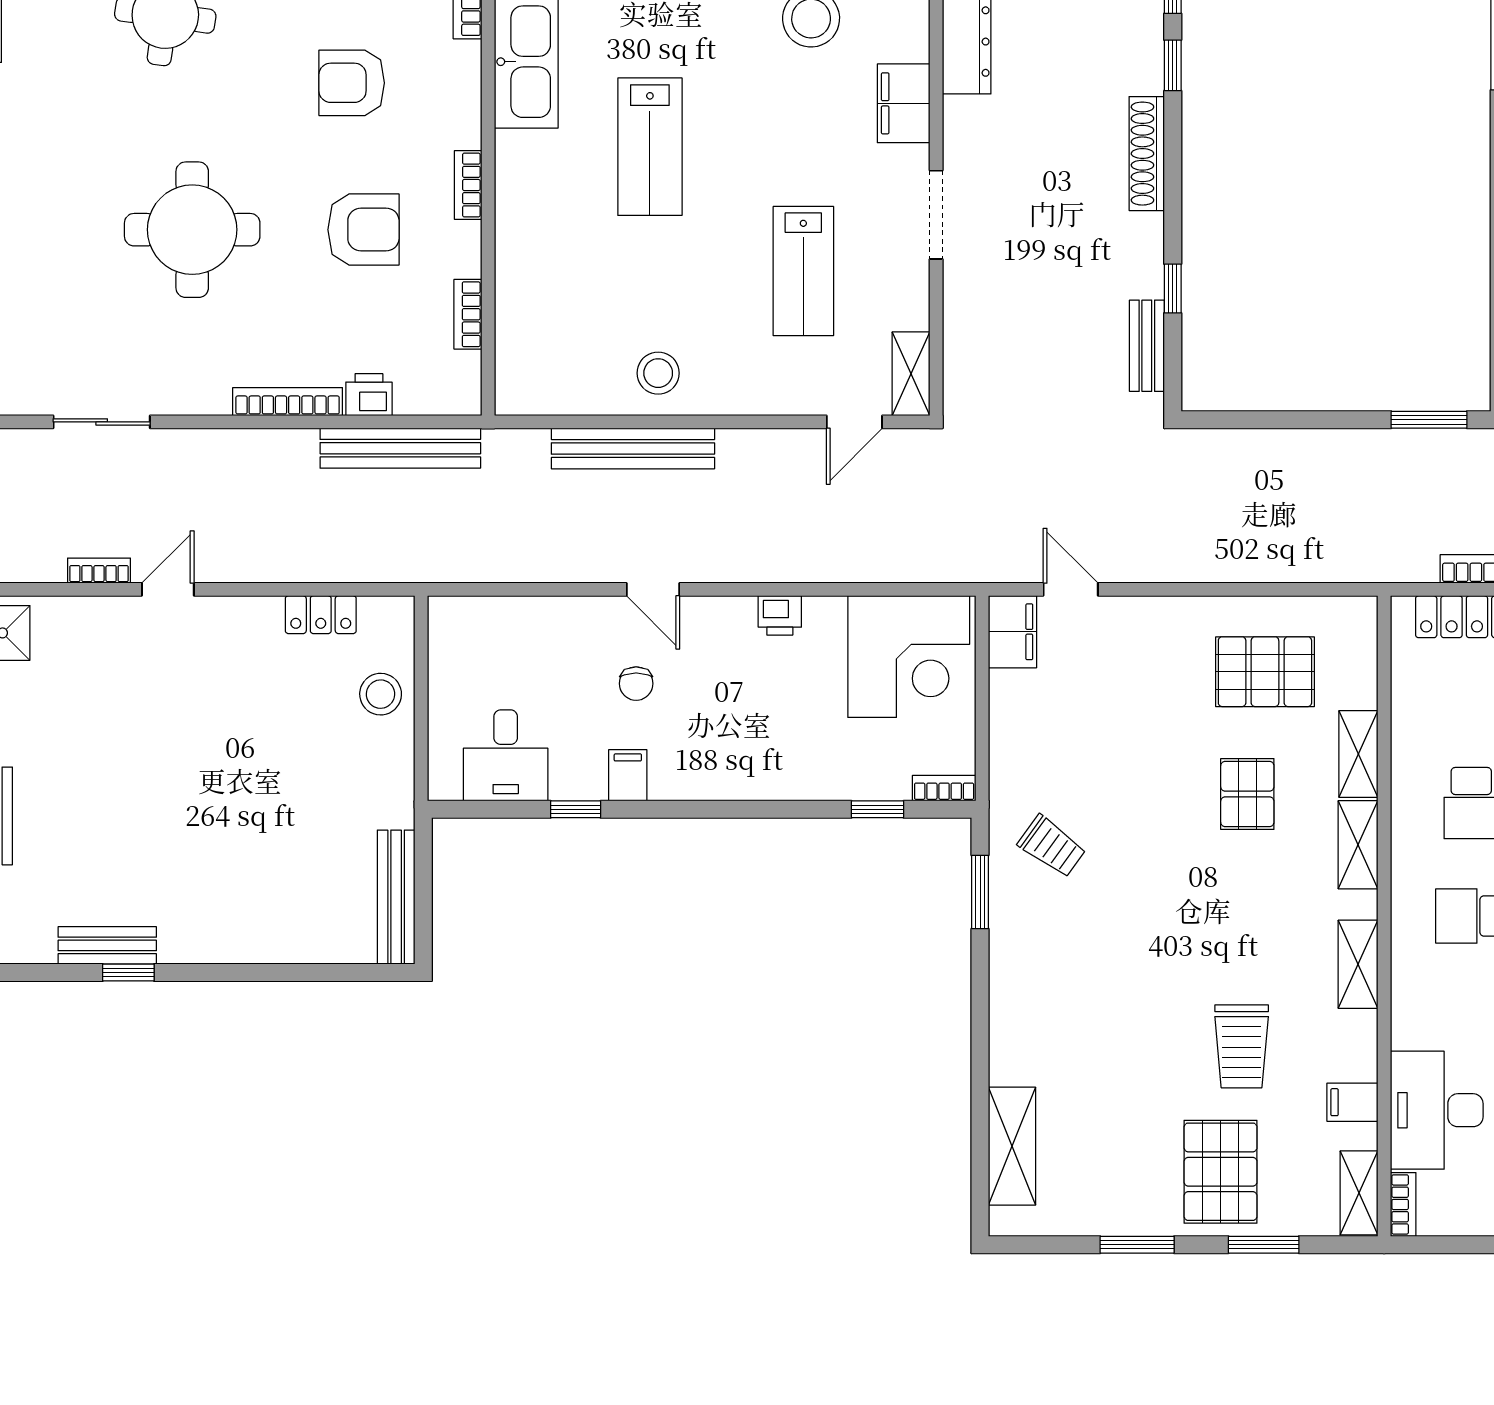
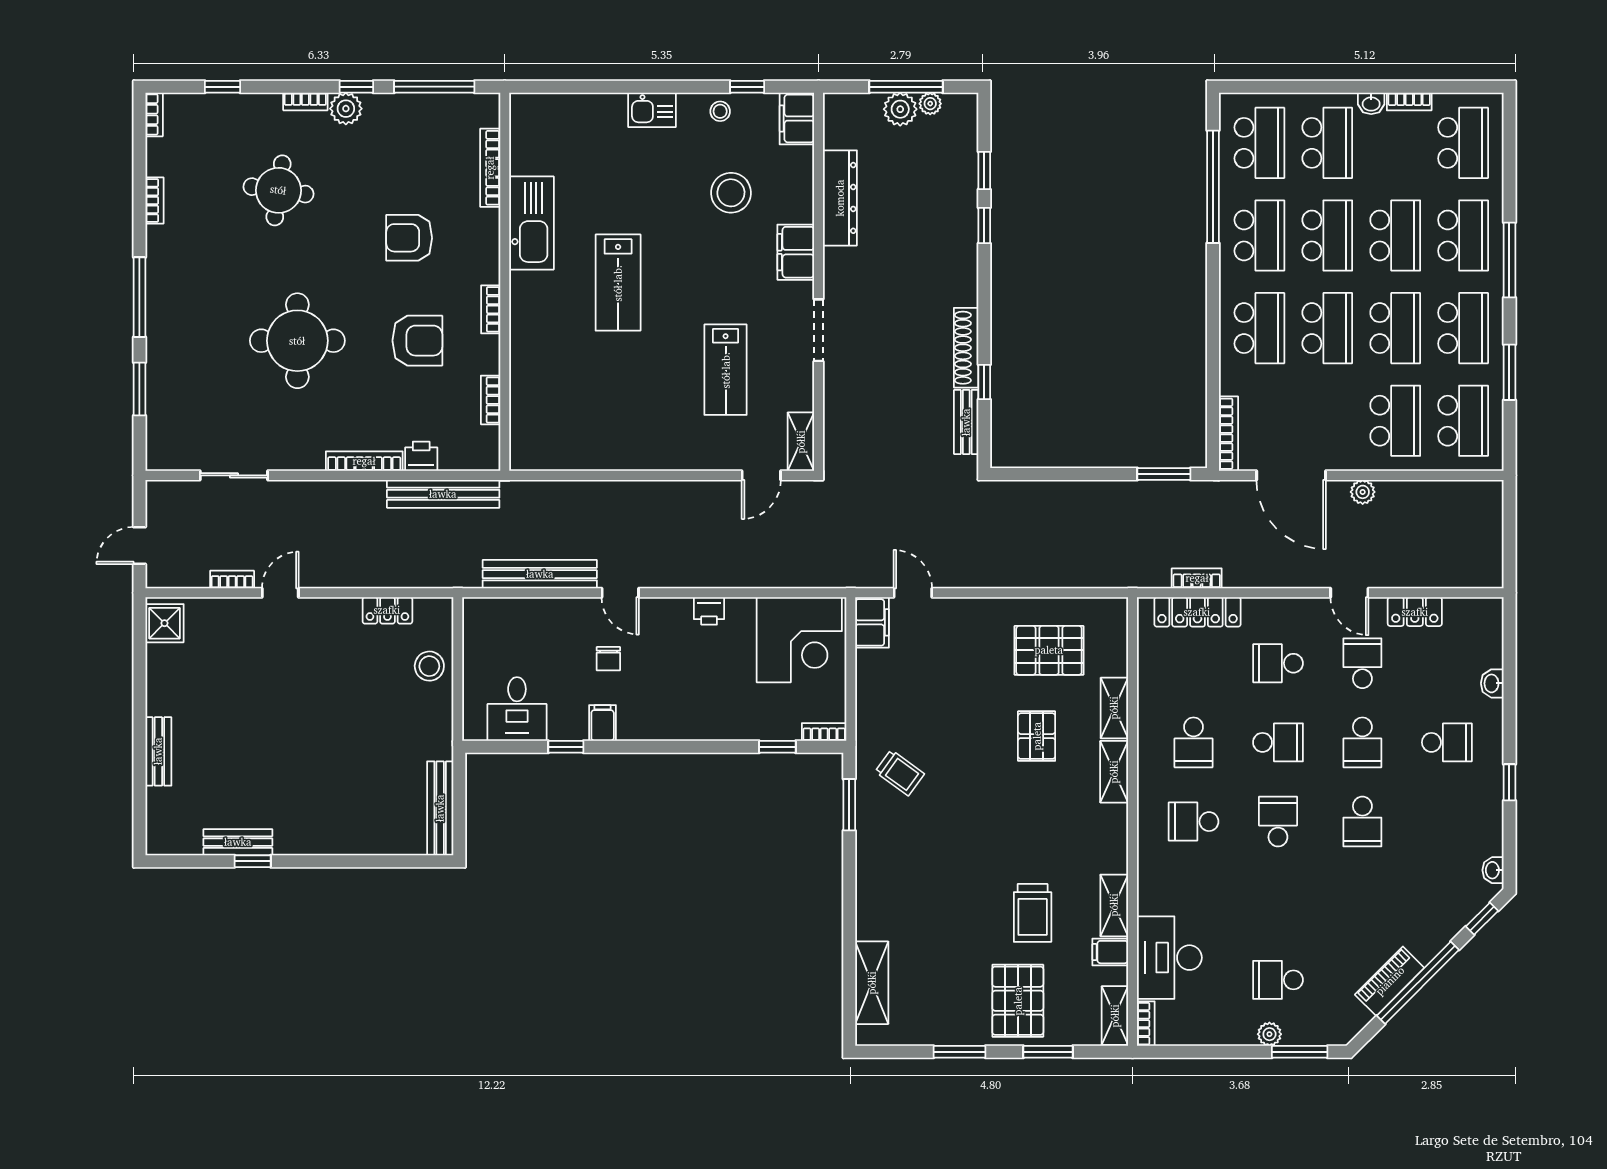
shoe rack: (1147, 154) -> (966, 348), moved
stool: (658, 373) -> (624, 441), removed
bench: (633, 449) -> (540, 574), moved
shelving: (1358, 964) -> (1114, 905), moved

